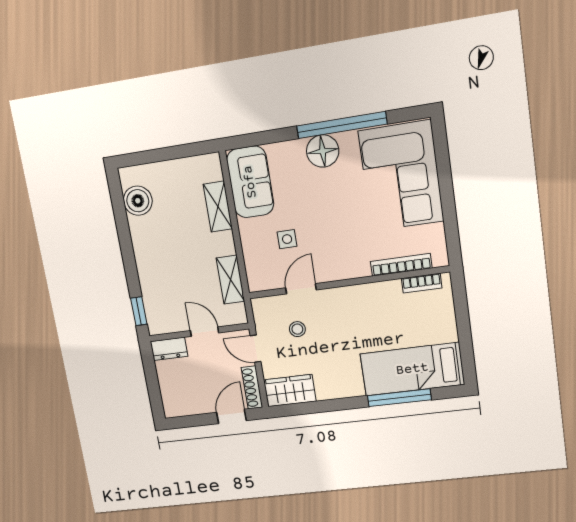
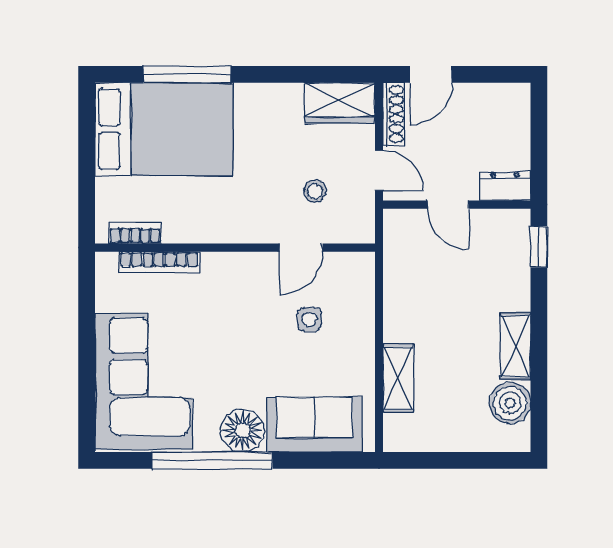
sofa: (250, 182) -> (315, 425), moved, turned 90
shelving: (230, 280) -> (516, 346), moved
bed: (412, 369) -> (164, 129), width x1.50

